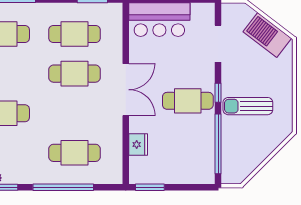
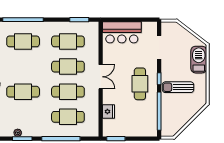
barbecue: (267, 35) -> (199, 60), moved, turned 53
double door: (126, 90) -> (101, 77), width x0.73
cafe table: (188, 101) -> (140, 84), turned 90
cafe table: (74, 113) -> (68, 92), added

